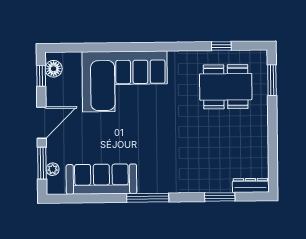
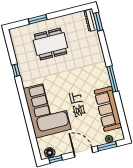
window: (221, 46) -> (16, 70), moved
window: (272, 80) -> (38, 19), moved
dining table: (226, 87) -> (50, 44), moved, turned 90
window: (220, 197) -> (98, 22), moved

